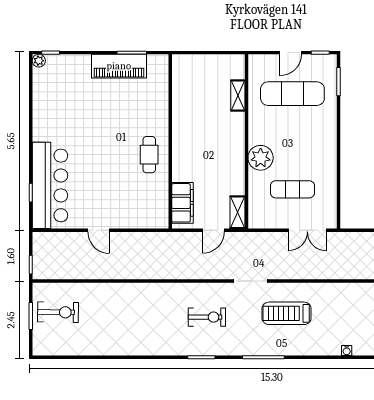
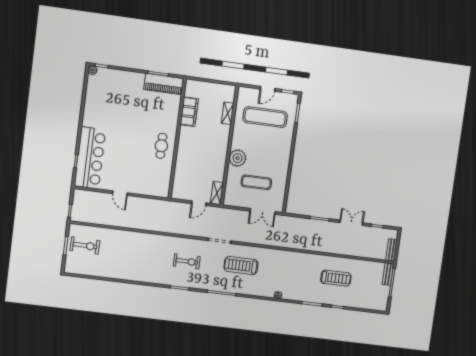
piano: (119, 66) -> (164, 84), moved
filing cabinet: (183, 203) -> (189, 112), moved

